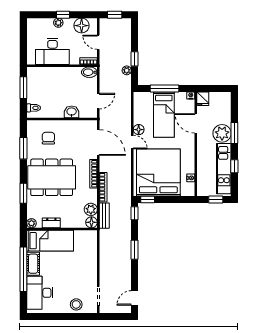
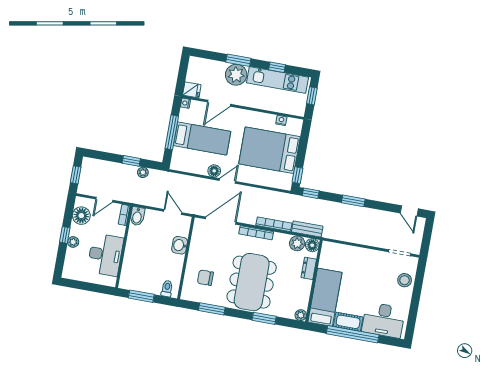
bed: (158, 173) -> (270, 150), width x0.73
dresser: (51, 223) -> (309, 268), moved

